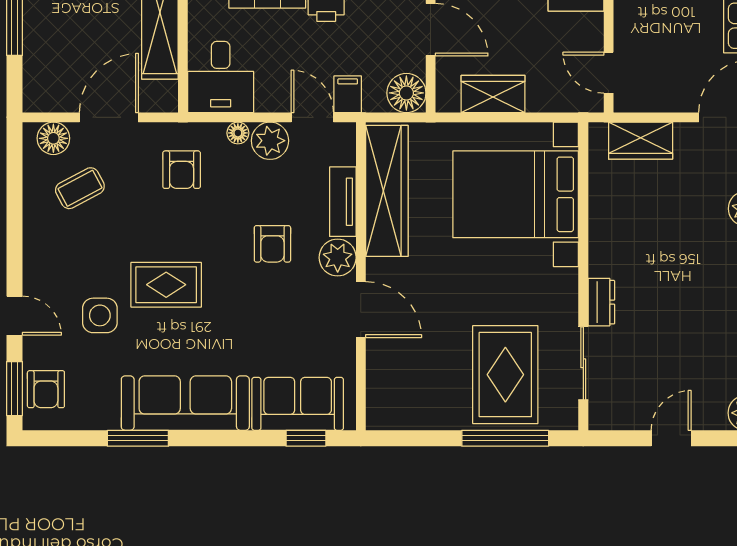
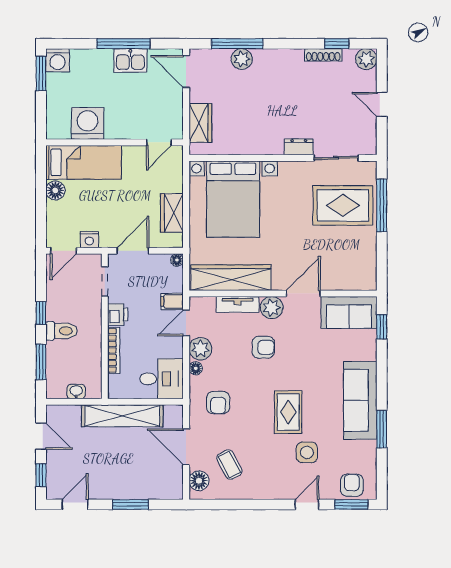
floor lamp: (406, 93) -> (177, 260), width x0.53, depth x0.53
armchair: (182, 170) -> (218, 403), turned 90
armchair: (46, 389) -> (352, 485), turned -90
sofa: (298, 404) -> (349, 312), moved, turned -90

